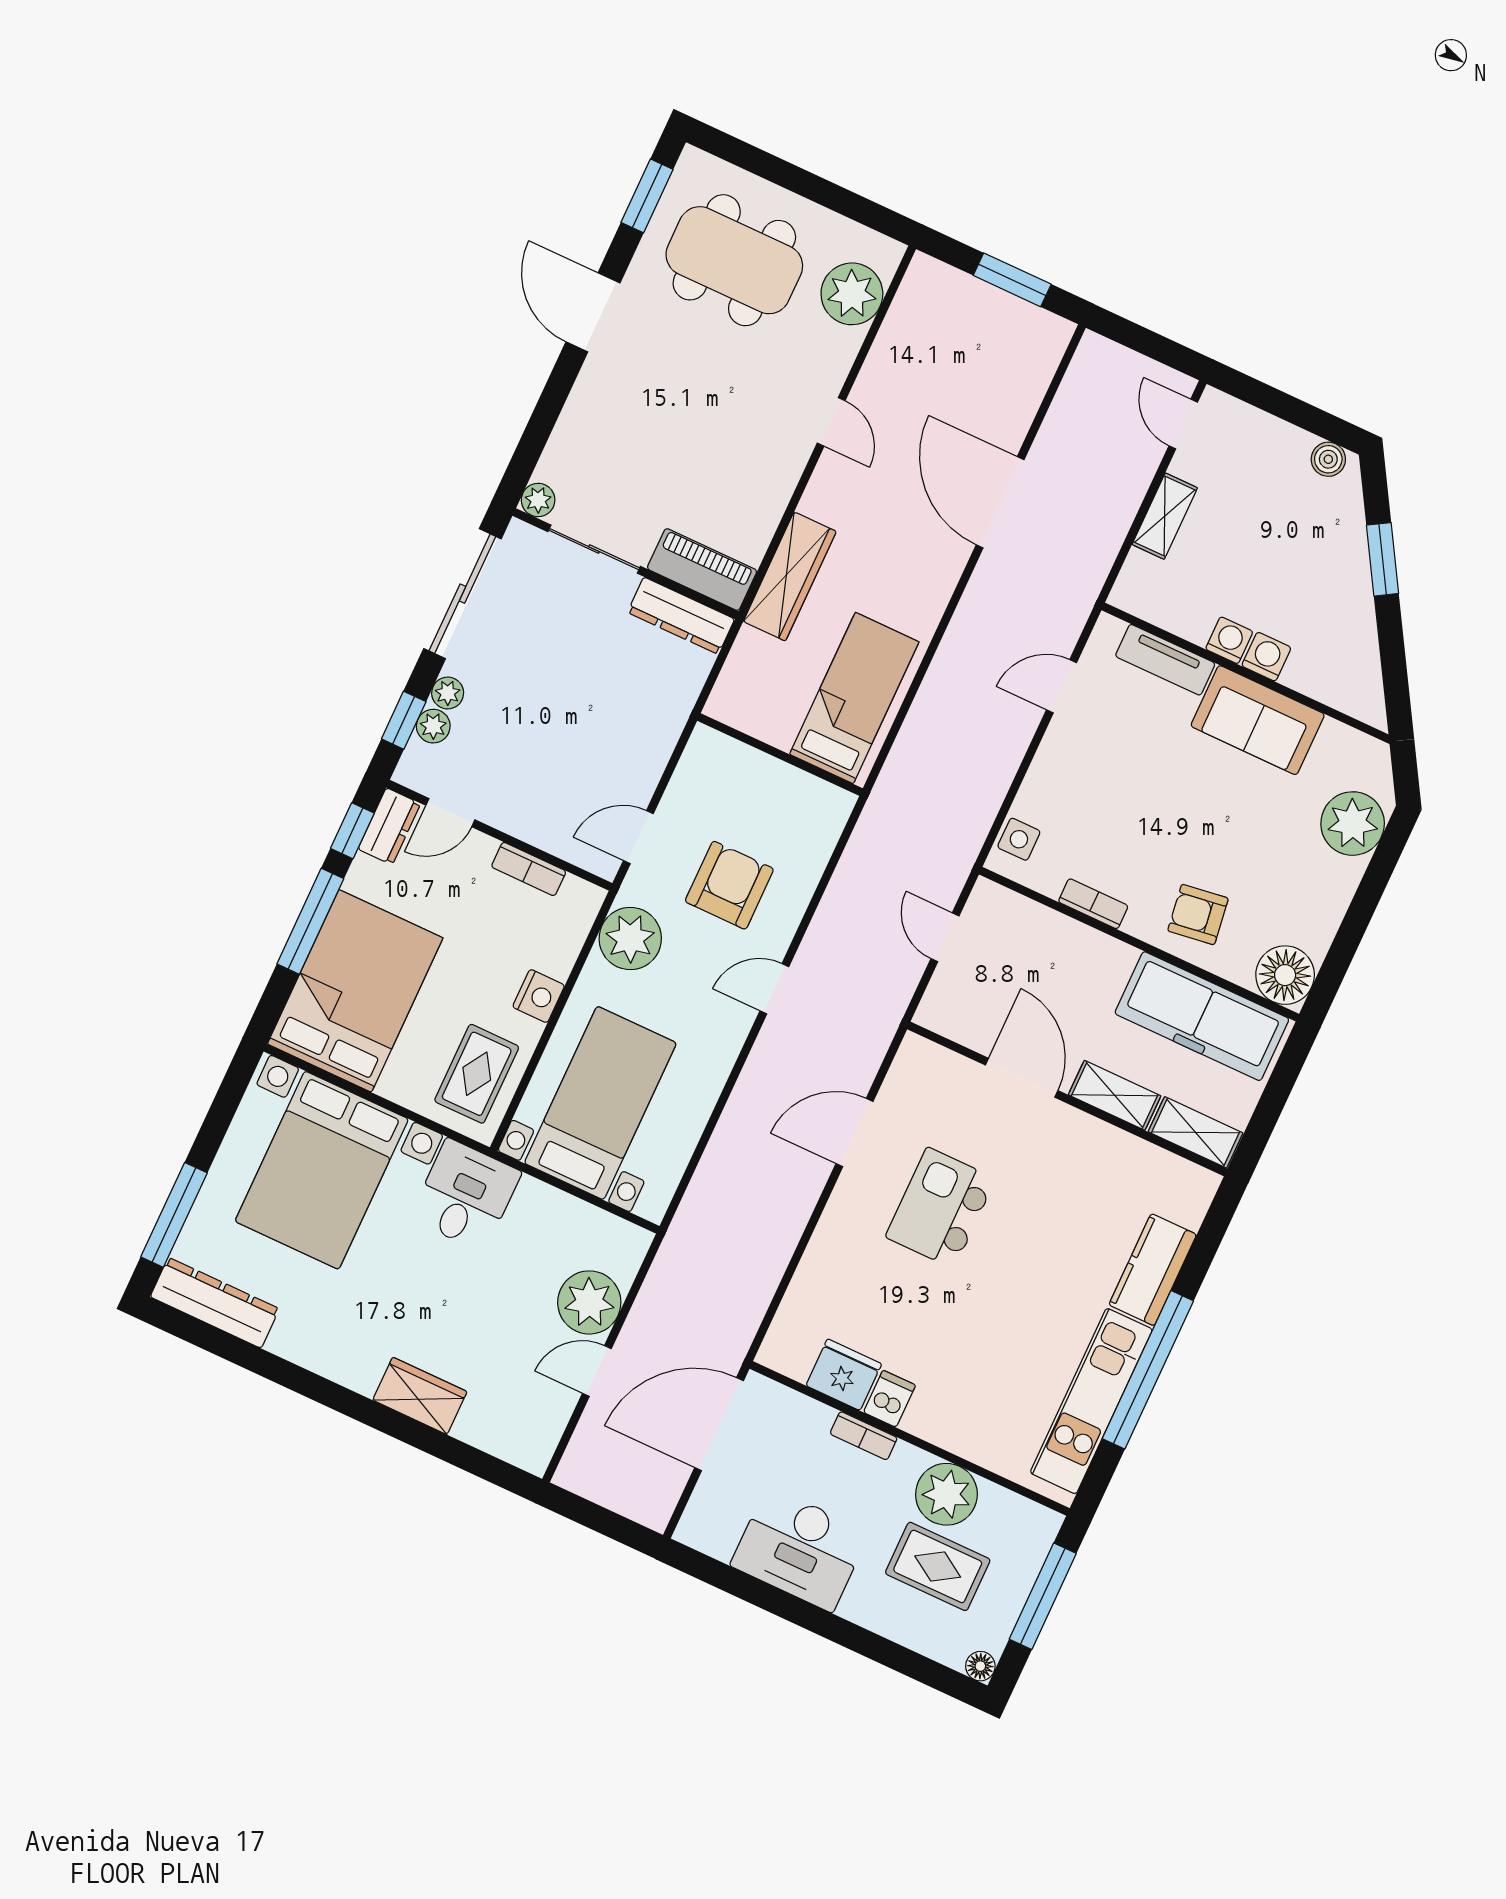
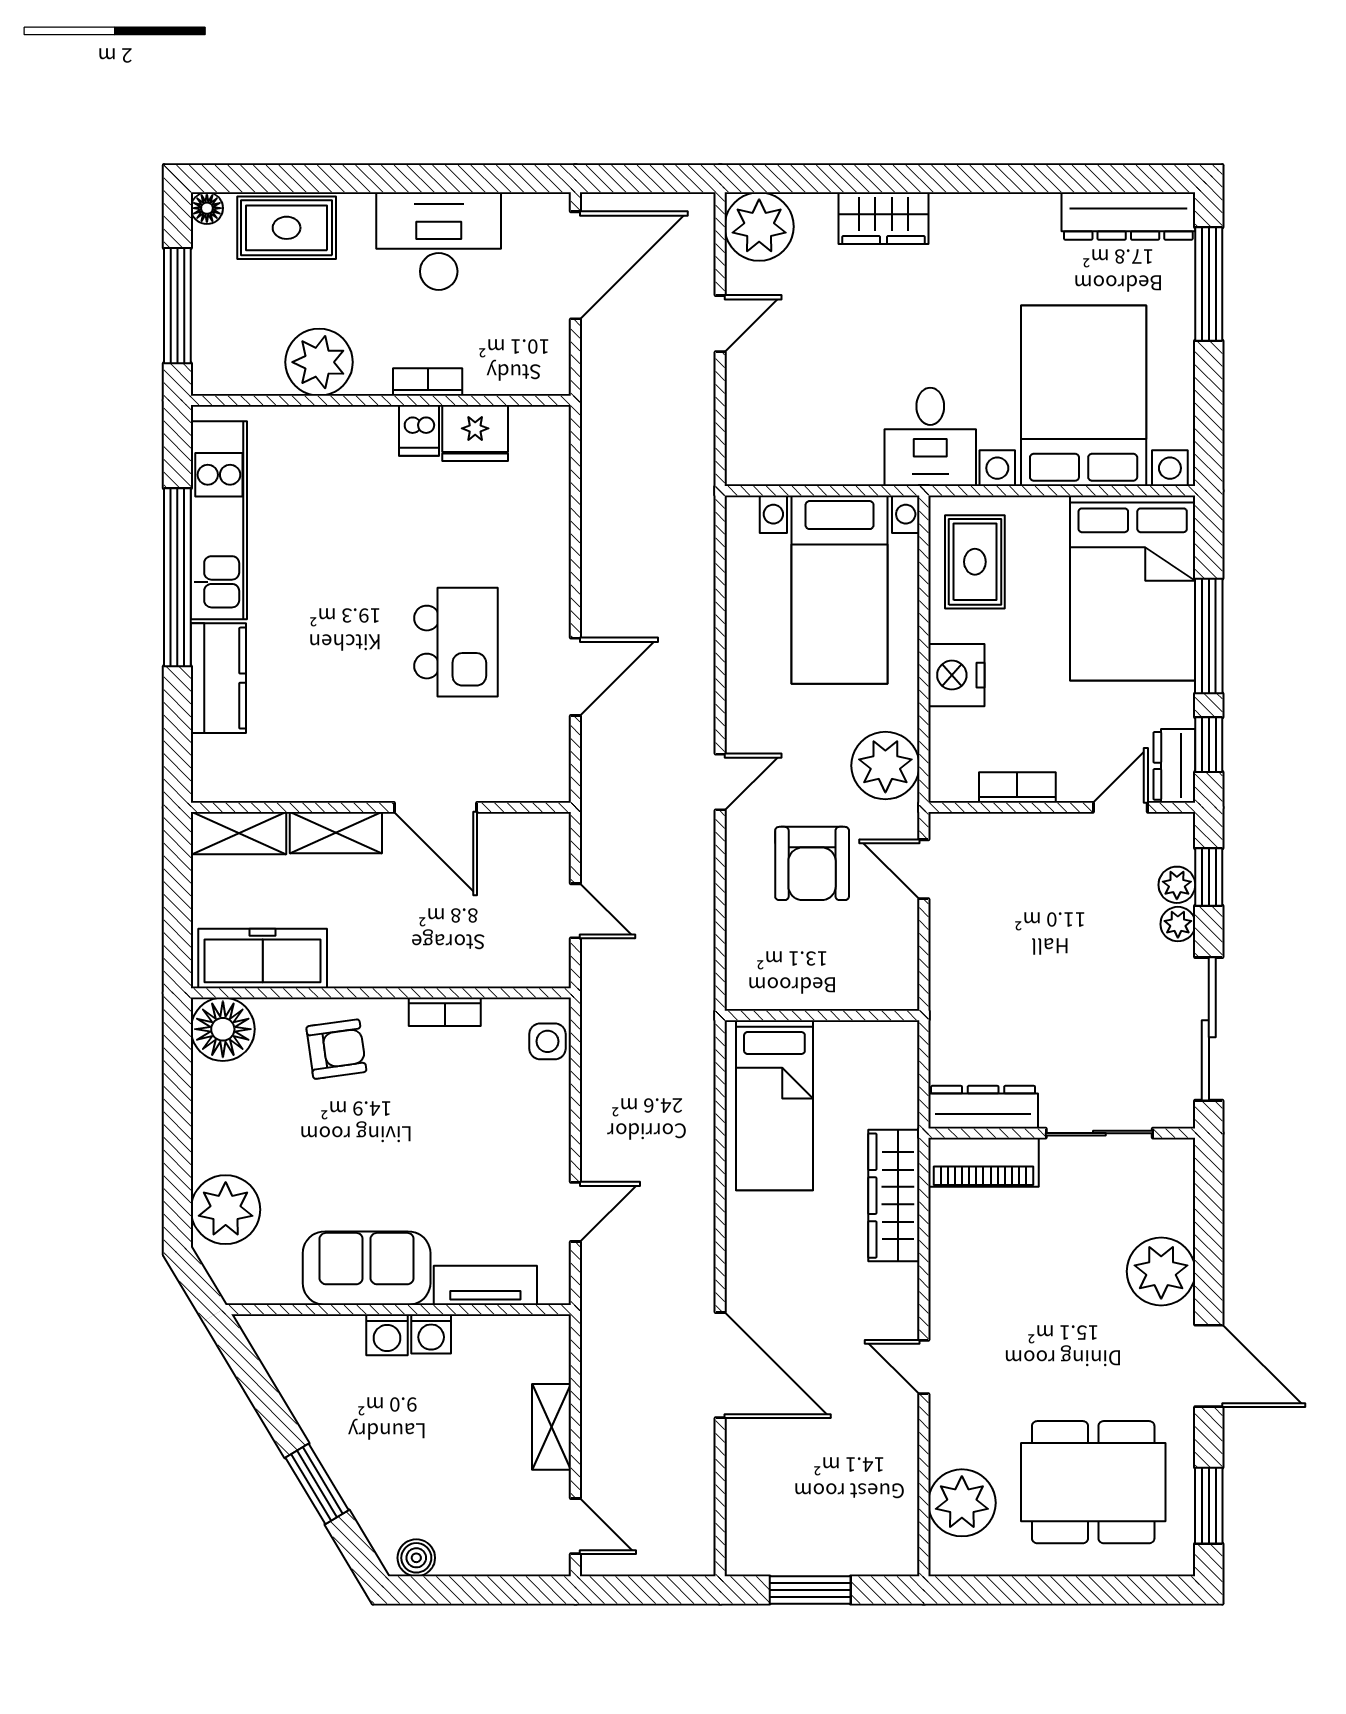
plant: (538, 500) -> (1161, 1271), moved, width x1.88, depth x1.88
door: (638, 837) -> (924, 869), swing flipped
nightstand: (539, 996) -> (956, 675), width x1.36, depth x1.33
freezer: (1202, 1016) -> (263, 958), width x0.73, depth x0.79
plant: (589, 1302) -> (759, 227), moved
door: (719, 1424) -> (575, 265), moved
rug: (938, 1566) -> (287, 228), moved

